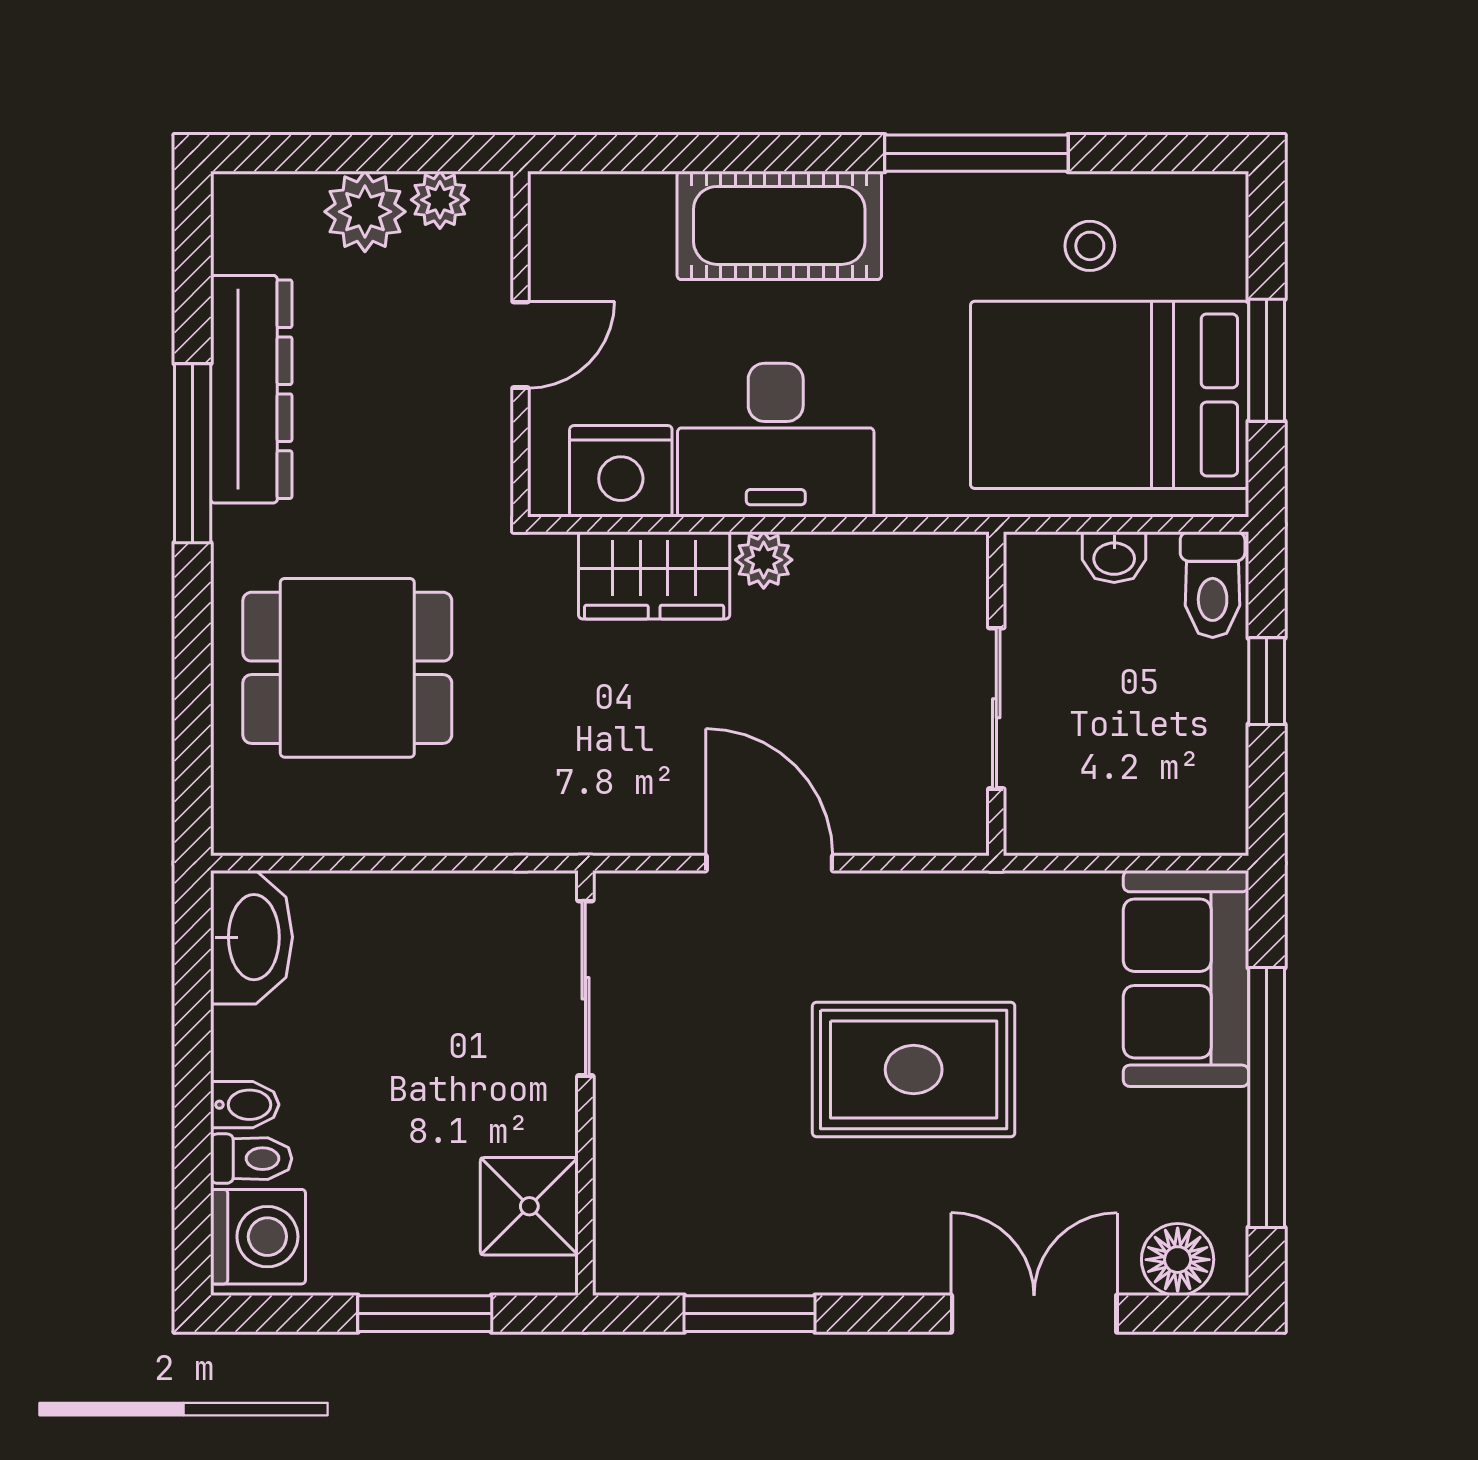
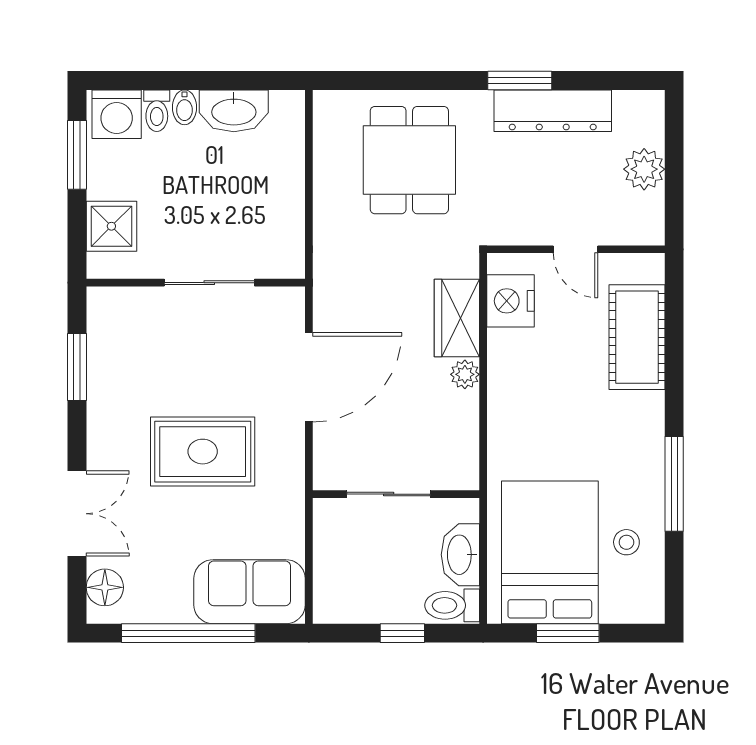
plant: (440, 200) -> (650, 208), removed
cot: (779, 225) -> (637, 337), moved
desk: (776, 440) -> (527, 381), removed
window: (193, 453) -> (520, 80), width x0.69
washbasin: (1114, 557) -> (460, 555), width x1.91, depth x1.45
door: (769, 863) -> (309, 377), width x1.36
washbasin: (251, 937) -> (234, 111), moved
sliding door: (585, 988) -> (209, 283), moved
rug: (914, 1070) -> (203, 452), turned 90
shower: (529, 1206) -> (111, 226), moved
window: (425, 1314) -> (77, 155), moved

